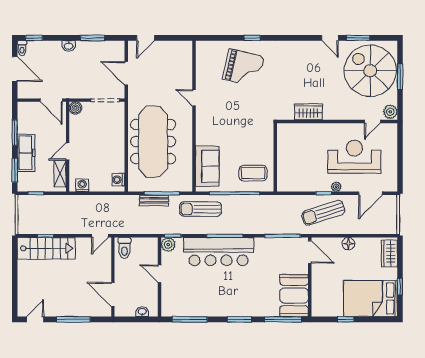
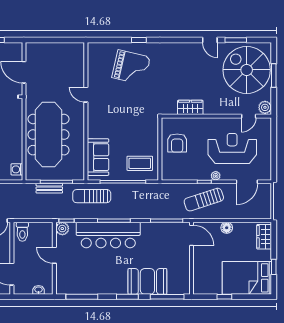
door: (146, 38) -> (42, 40), removed
armchair: (294, 151) -> (177, 143), added
booth: (294, 296) -> (147, 281), moved, turned 90

